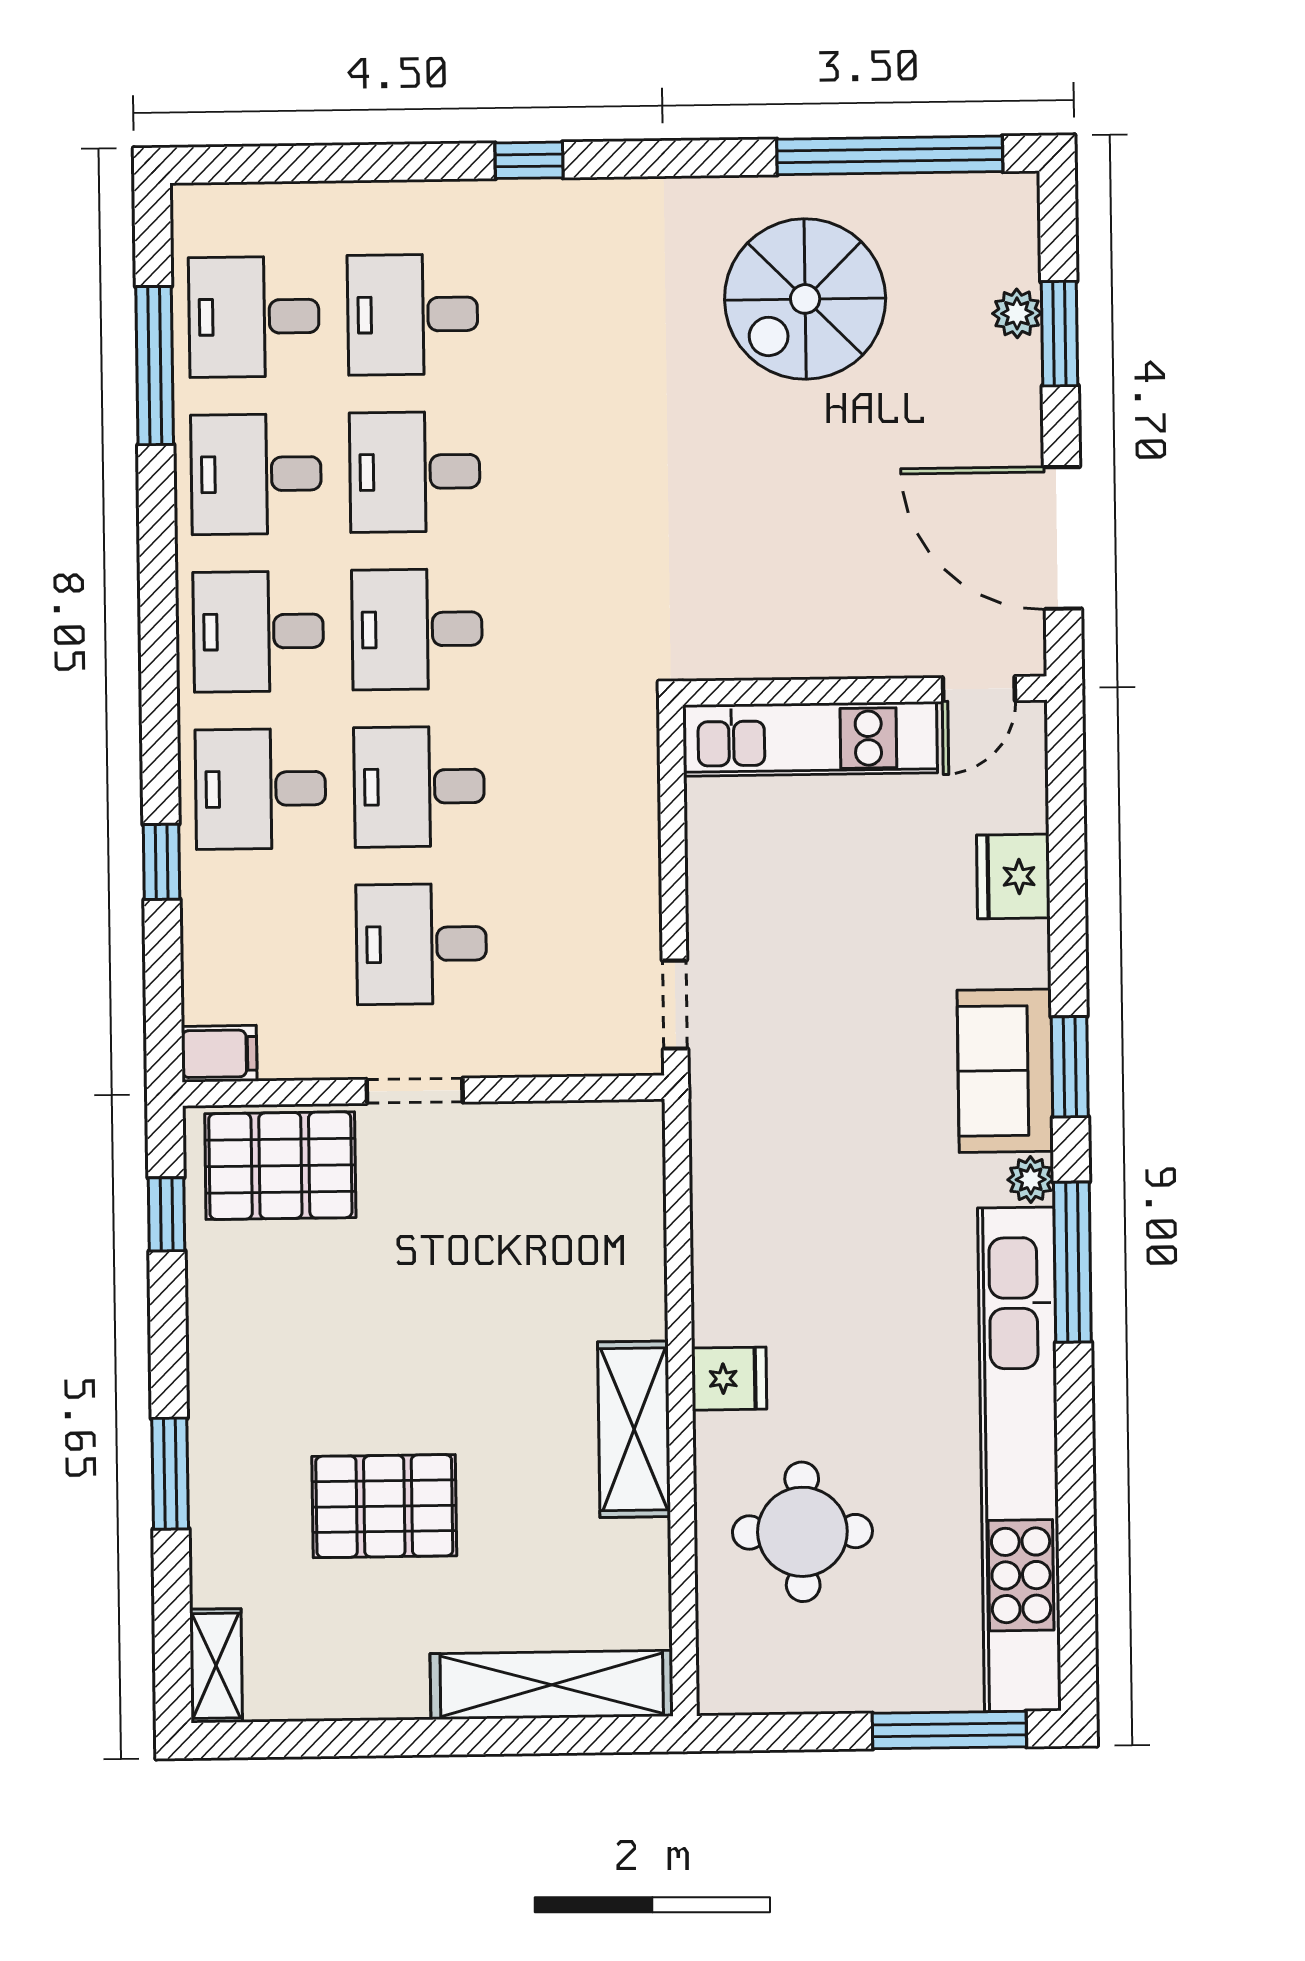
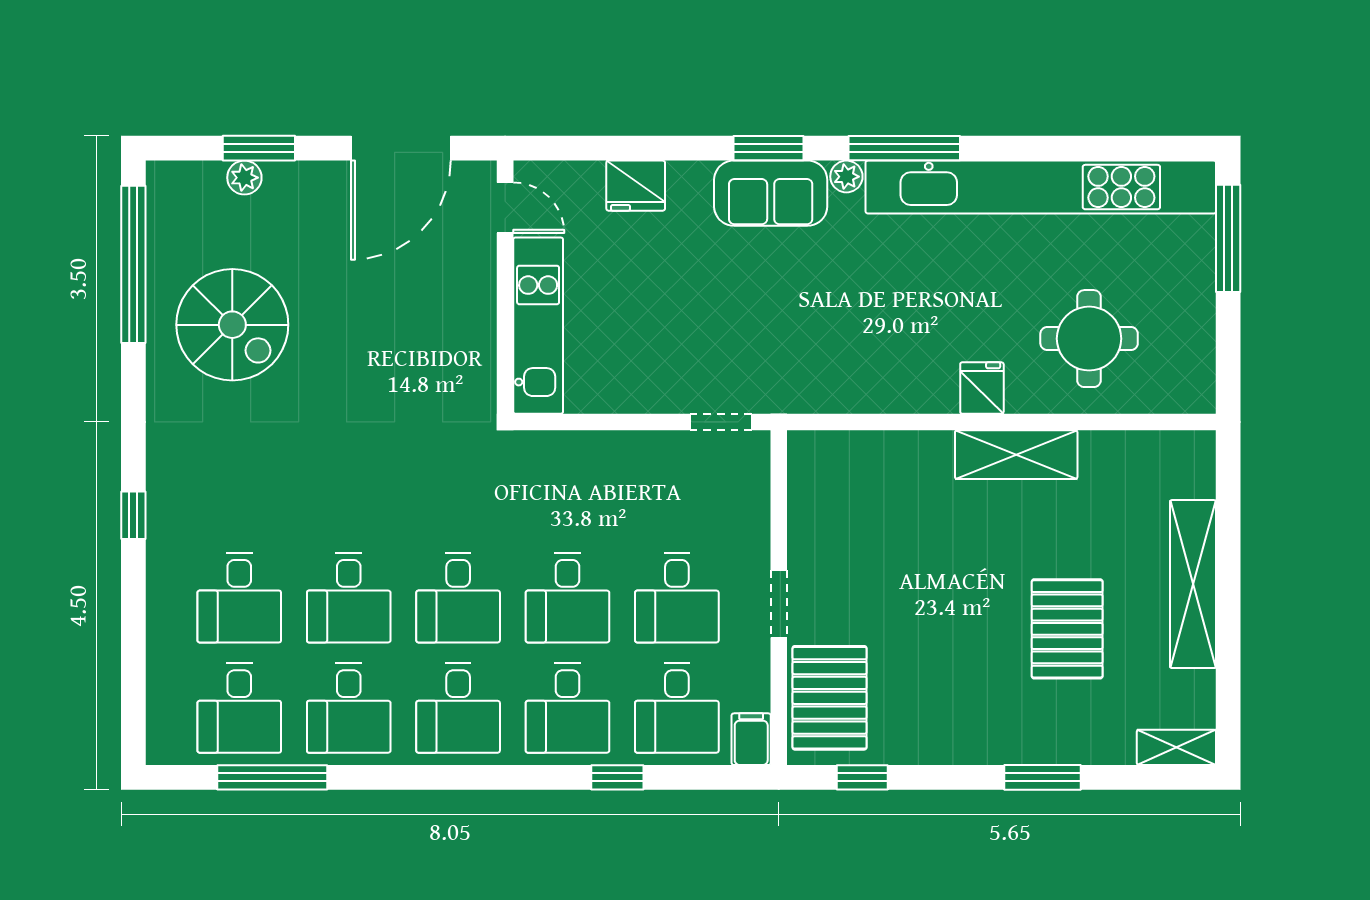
desk: (263, 946) -> (677, 708), added
shelving: (552, 1685) -> (1193, 584), moved

